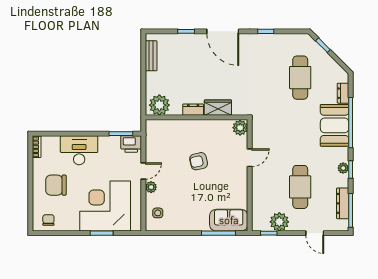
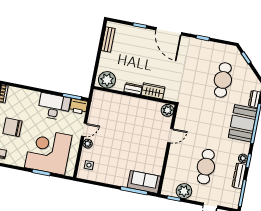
desk: (79, 150) -> (54, 107), moved
armchair: (199, 161) -> (129, 130), removed
dresser: (343, 203) -> (239, 176), moved

